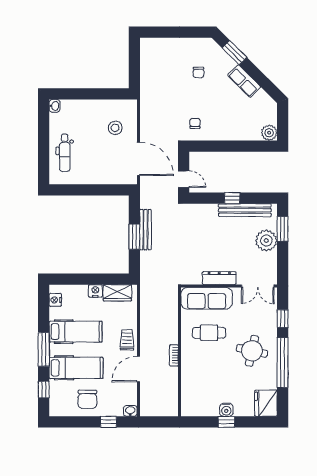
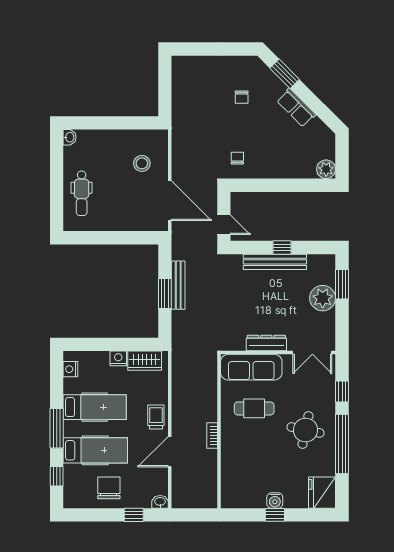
bench: (245, 210) -> (275, 262), moved
chair: (87, 399) -> (109, 488), turned 180

